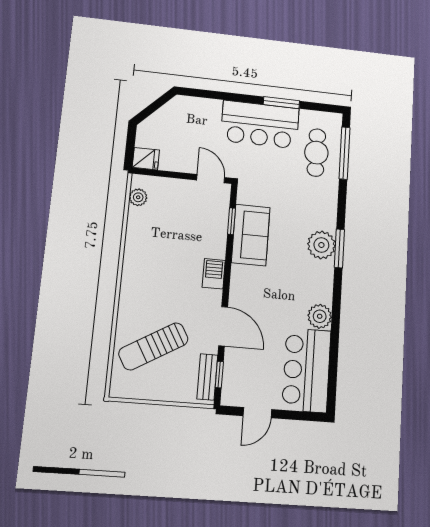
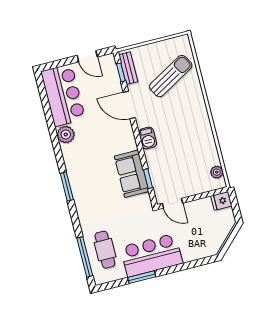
plant: (321, 245) -> (80, 184), removed
door: (257, 413) -> (87, 56), swing flipped

